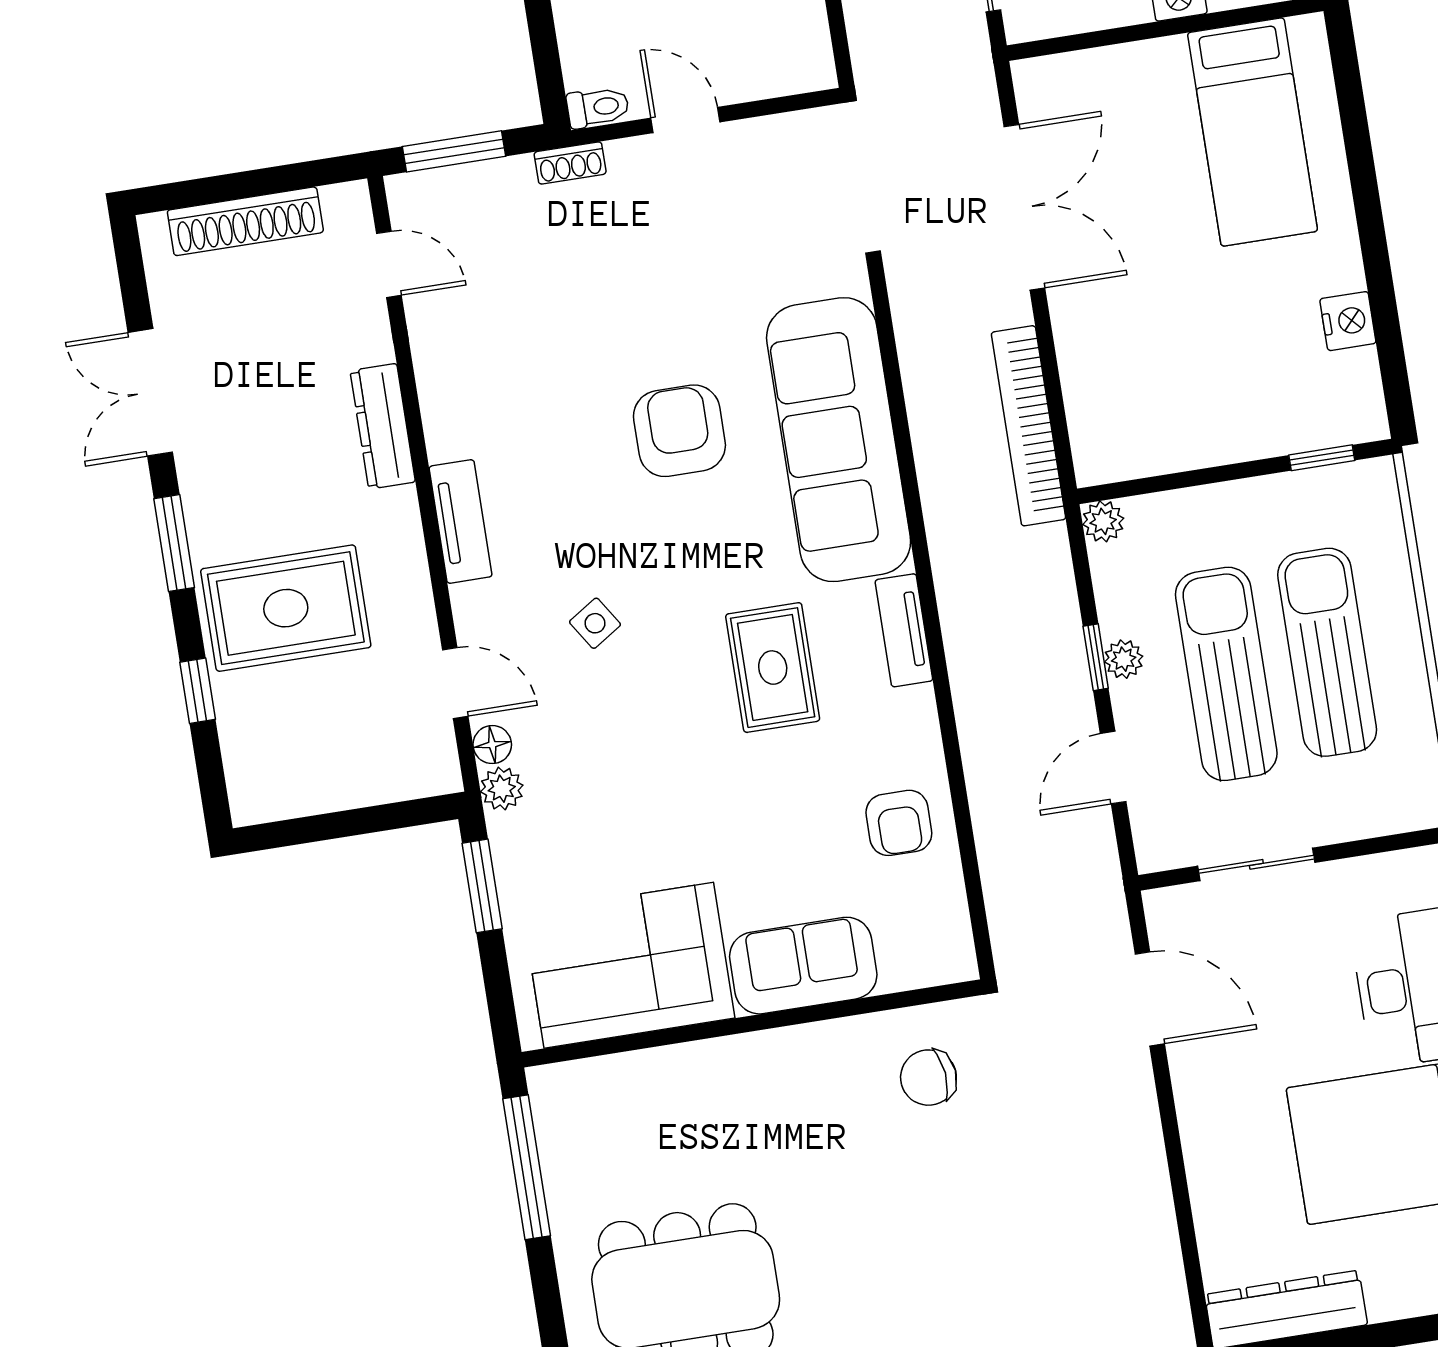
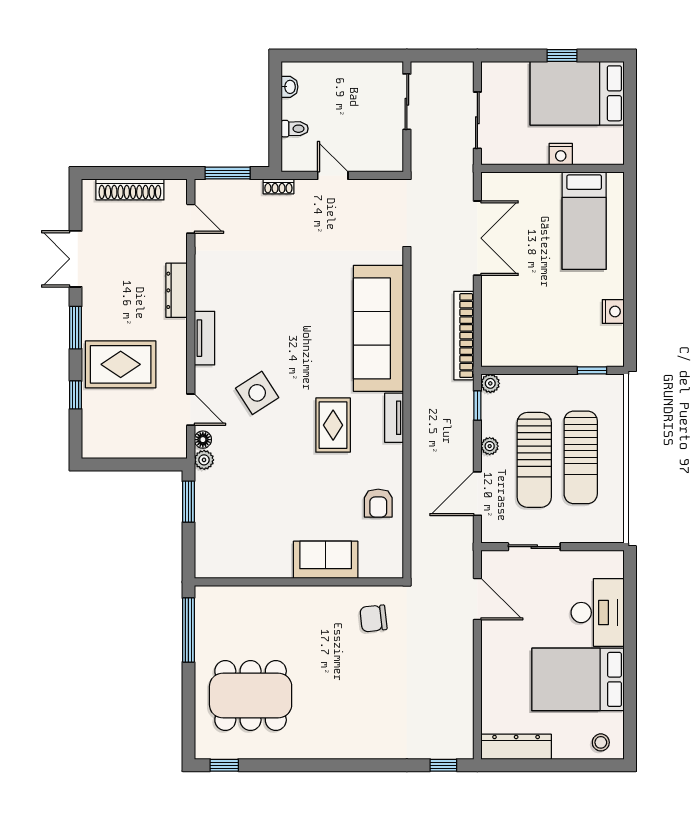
toilet: (598, 107) -> (295, 129), moved
armchair: (679, 431) -> (308, 313), removed
side table: (595, 623) -> (257, 393), width x1.87, depth x1.87
sun lounger: (1327, 652) -> (581, 457), turned 180
window: (1096, 657) -> (477, 406), moved
sun lounger: (1226, 674) -> (534, 460), turned 180
door: (1113, 768) -> (477, 494), width x1.38
corner sofa: (629, 965) -> (248, 547), removed

